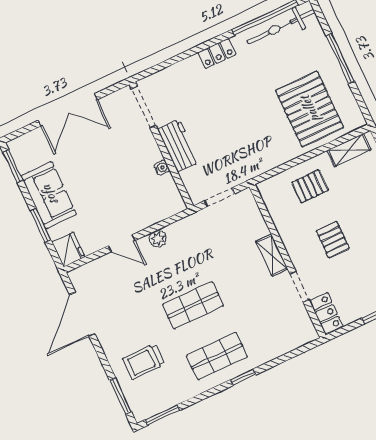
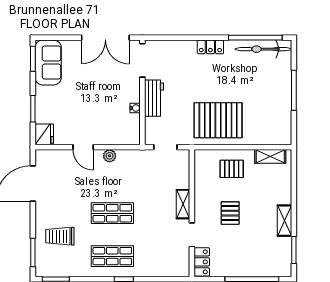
pallet: (310, 109) -> (218, 120), moved, turned 90
double door: (68, 110) -> (105, 38), moved
sofa: (49, 195) -> (48, 63), moved

